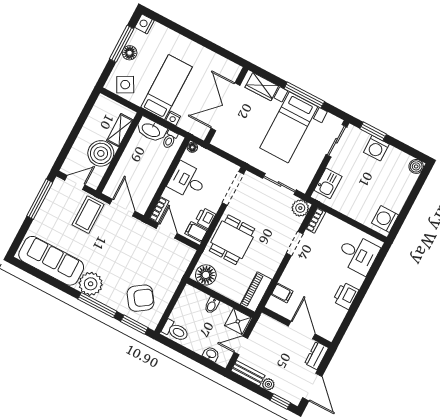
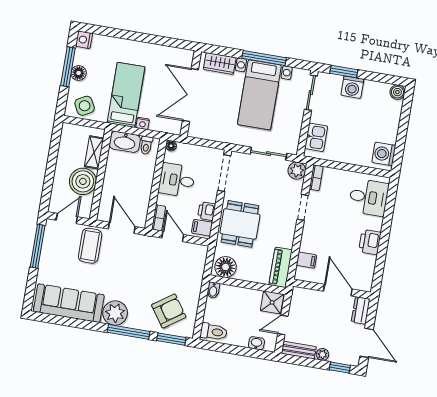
bidet: (212, 305) -> (213, 290), moved

